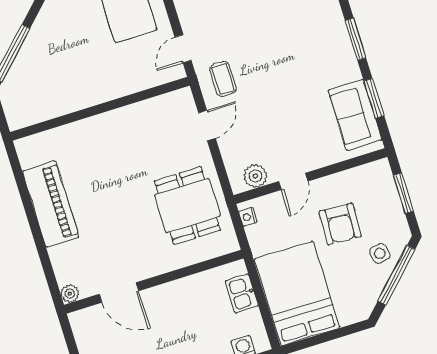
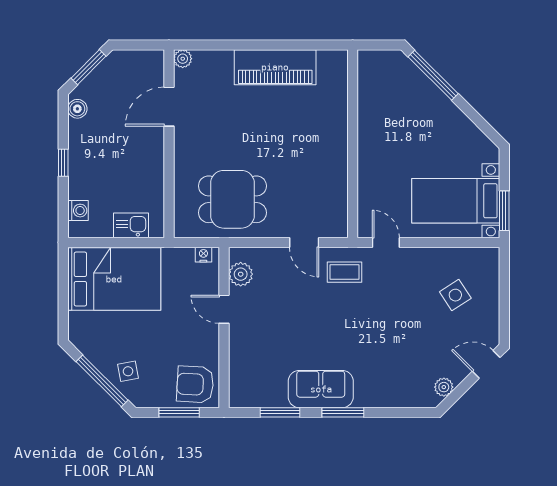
sofa: (355, 115) -> (321, 389), moved
armchair: (340, 224) -> (195, 384), moved

